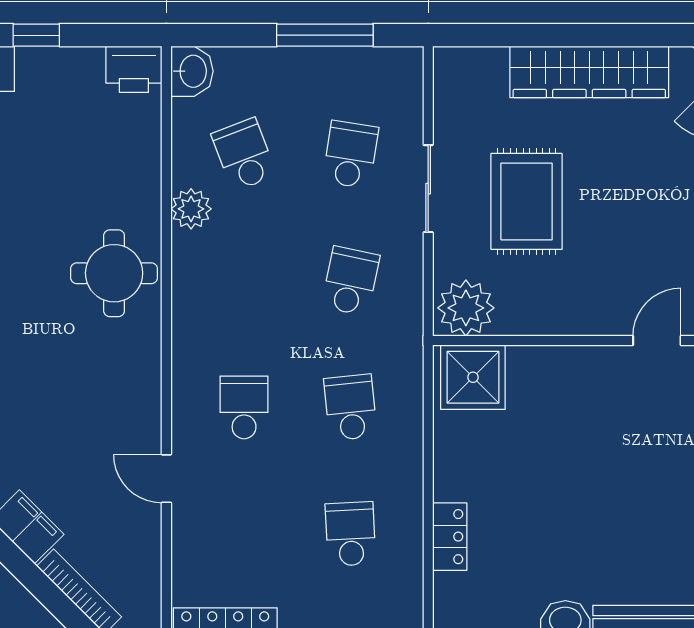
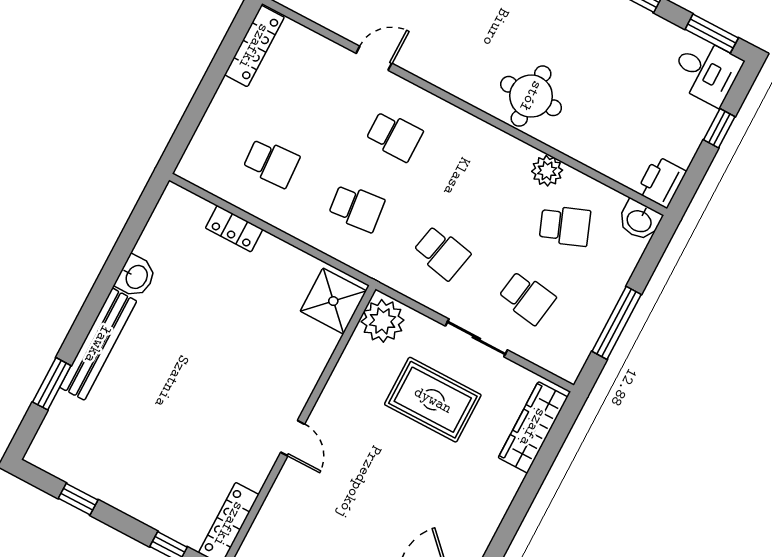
wardrobe: (589, 72) -> (533, 427), moved, width x0.71, depth x0.85

